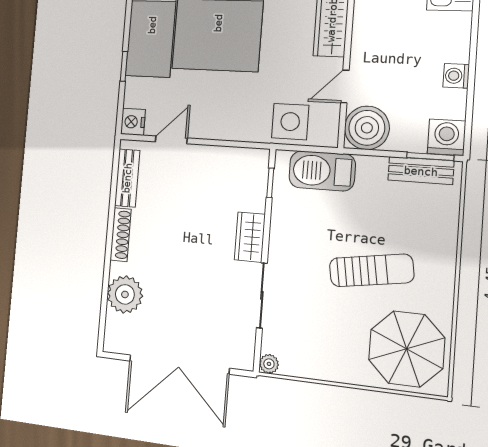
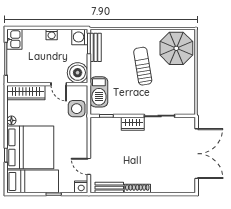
plant: (125, 294) -> (166, 184), removed
plant: (269, 364) -> (191, 110), removed

